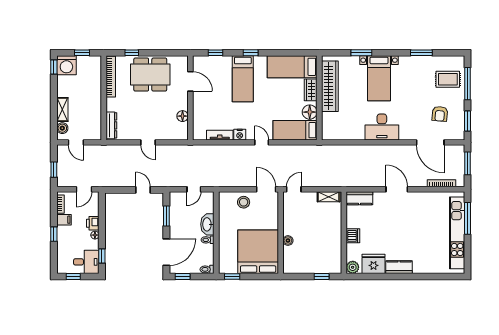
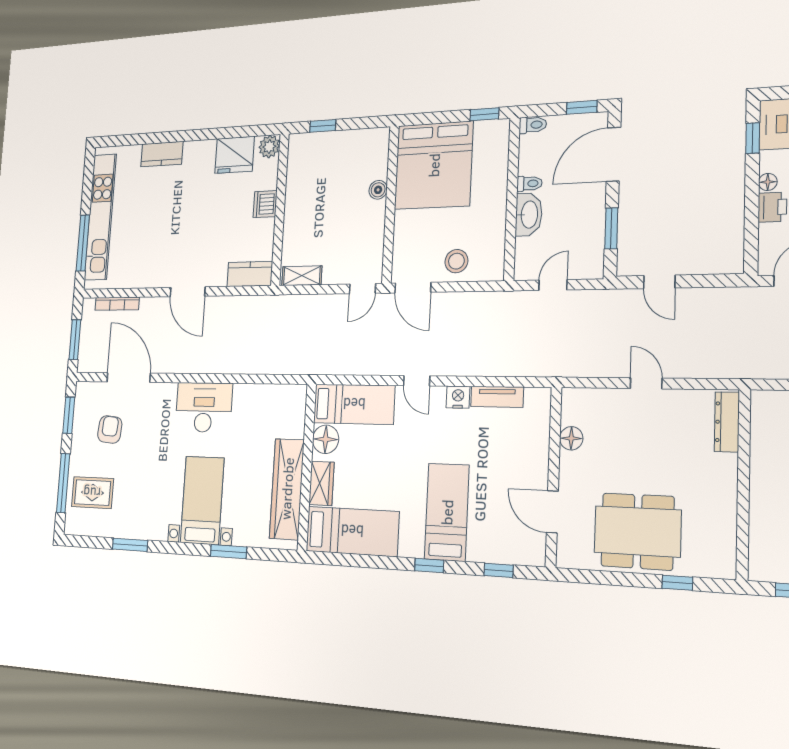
bookcase: (111, 77) -> (726, 532), removed
kitchen counter: (399, 267) -> (162, 154), moved

